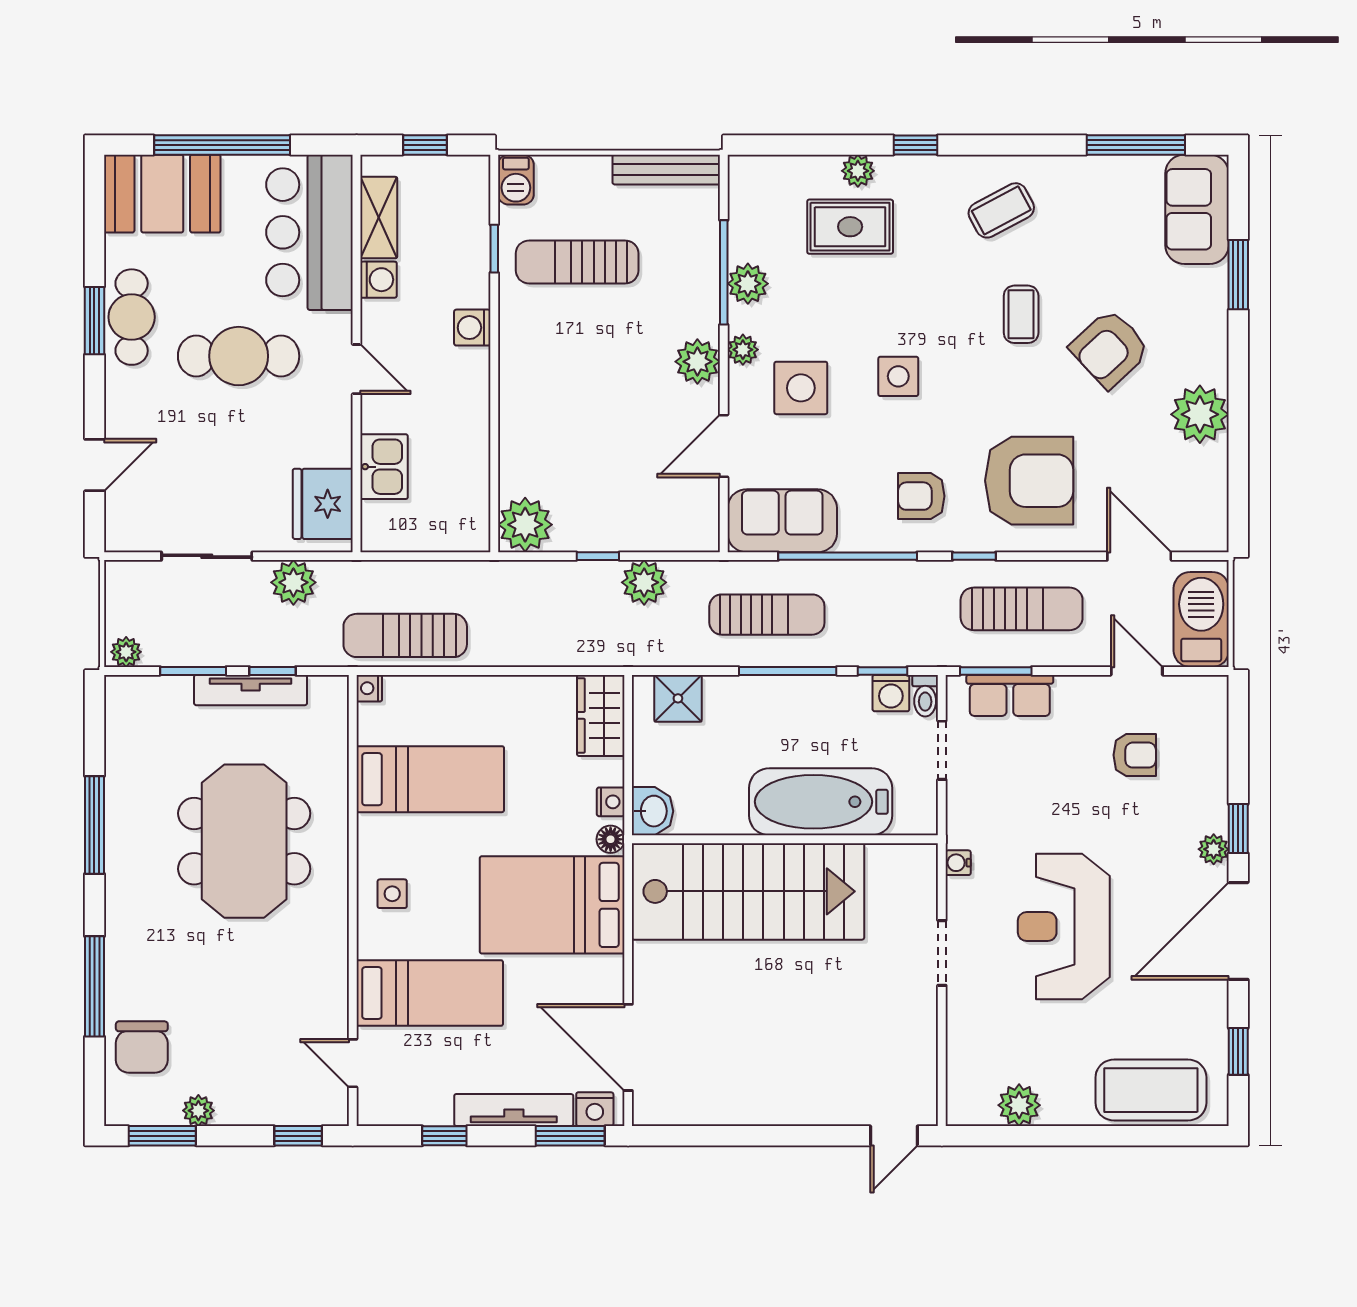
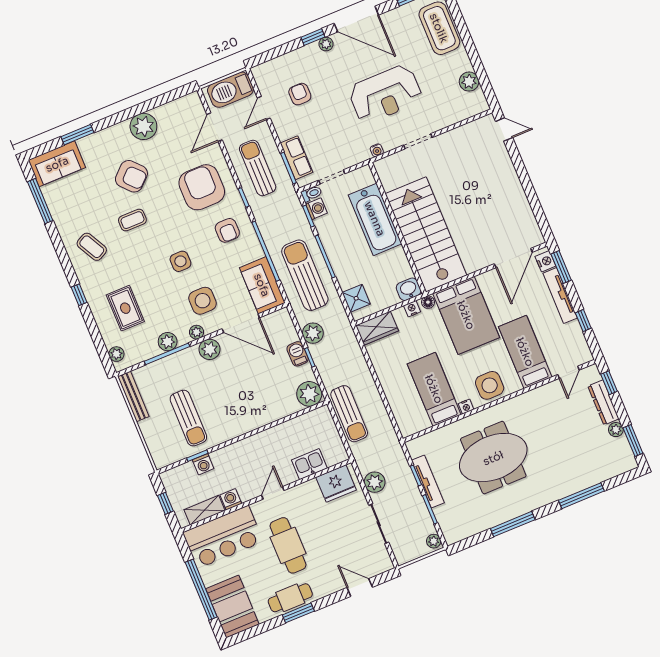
plant: (858, 171) -> (116, 354), moved
barbecue: (516, 180) -> (298, 354), moved, turned -90
washing machine: (472, 328) -> (203, 464), moved
door: (724, 446) -> (241, 323), width x1.36
sun lounger: (767, 615) -> (305, 275), width x1.36, depth x1.34
sun lounger: (405, 635) -> (349, 414), moved
nightstand: (369, 688) -> (466, 407), moved
side table: (392, 894) -> (490, 385), width x1.87, depth x1.87
chair: (142, 1047) -> (599, 465), removed
dresser: (263, 1108) -> (603, 402), added

